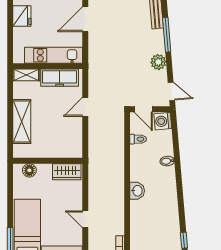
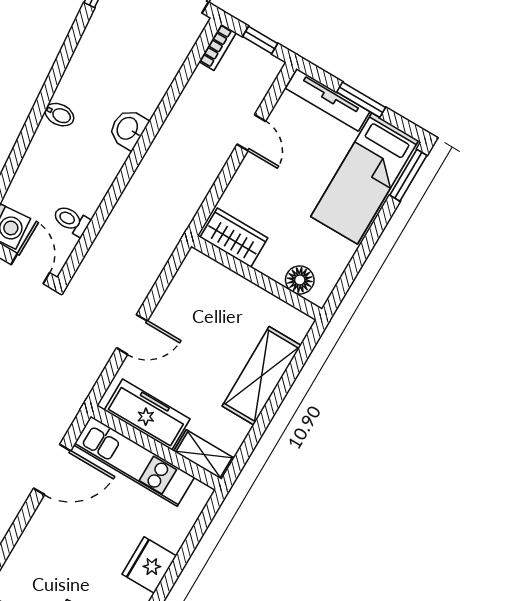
door: (85, 19) -> (52, 470), moved
bidet: (167, 161) -> (59, 115), moved

